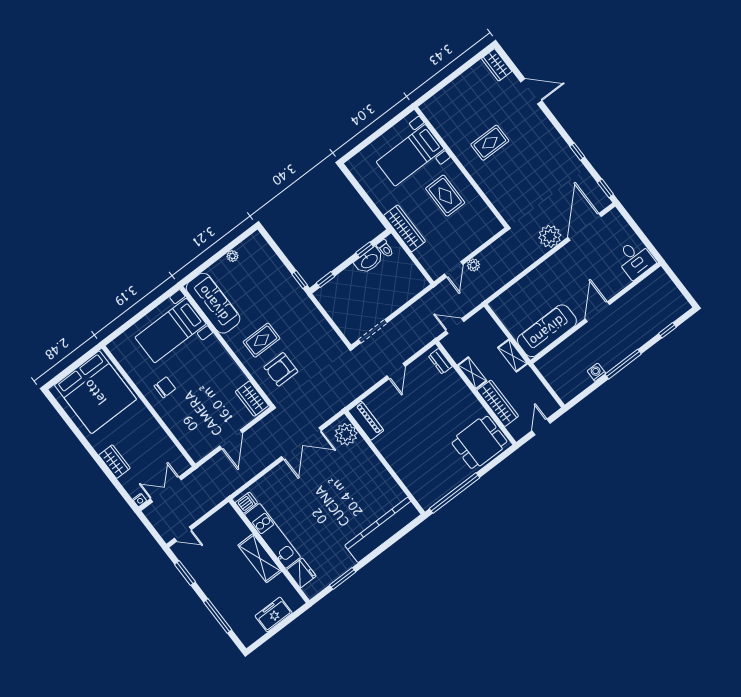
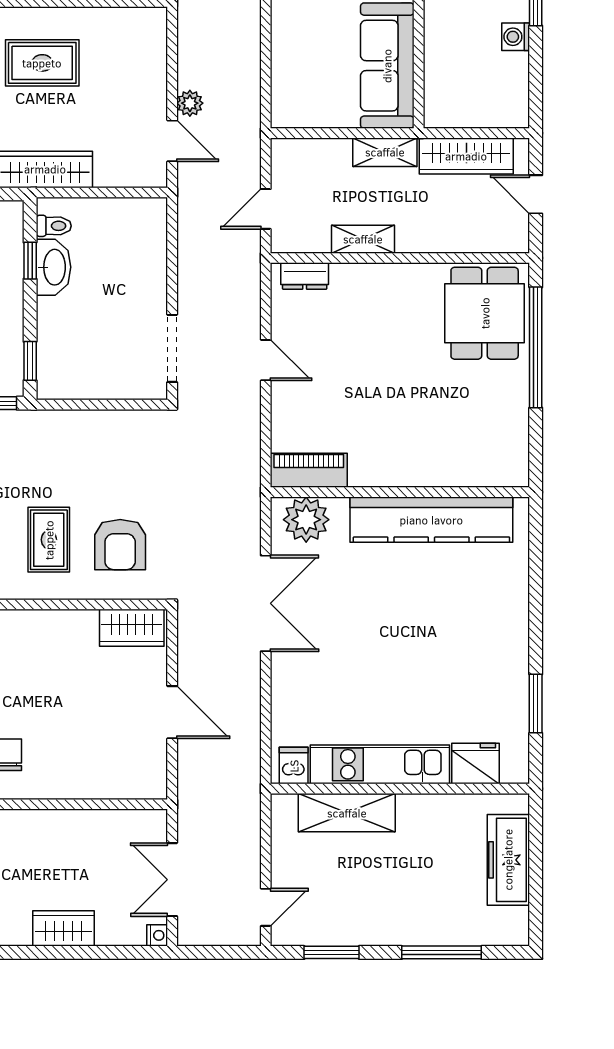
wardrobe: (498, 403) -> (466, 156), moved, turned 180
window: (454, 493) -> (536, 347), moved
kitchen counter: (383, 530) -> (431, 520), moved, turned -90
shelving: (260, 558) -> (347, 813), moved
freezer: (274, 614) -> (508, 860), width x1.40

